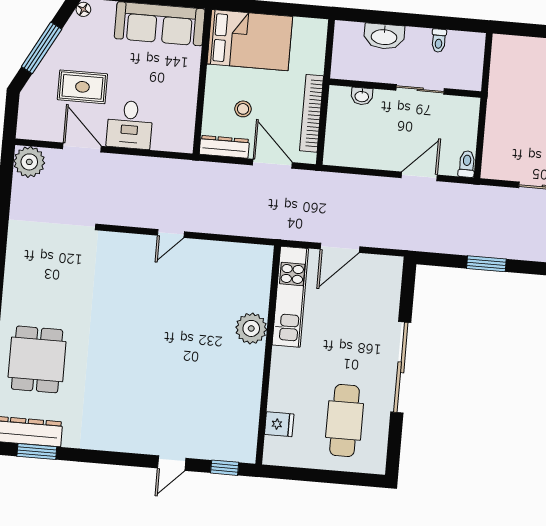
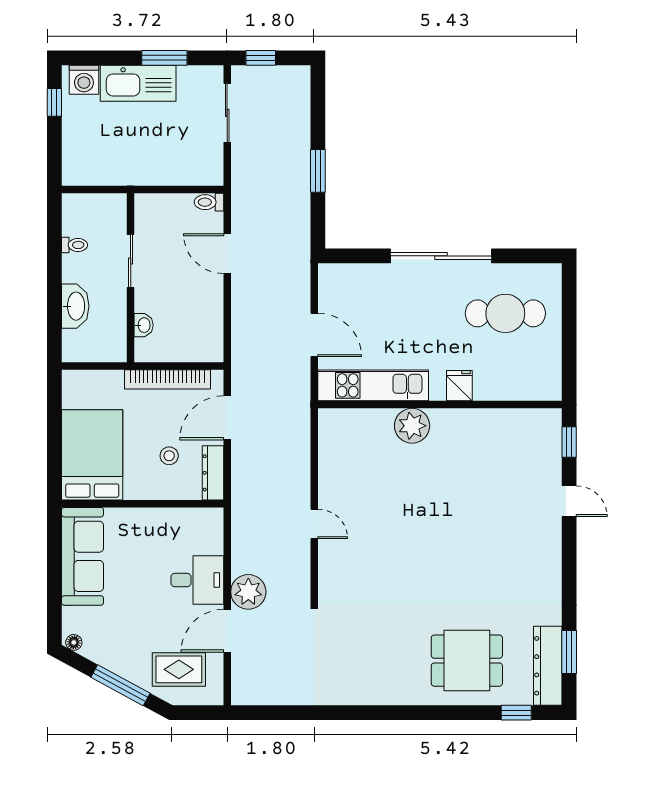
rug: (82, 87) -> (179, 669), moved, turned 90
plant: (29, 162) -> (248, 592), moved
fridge: (279, 424) -> (459, 386), moved

